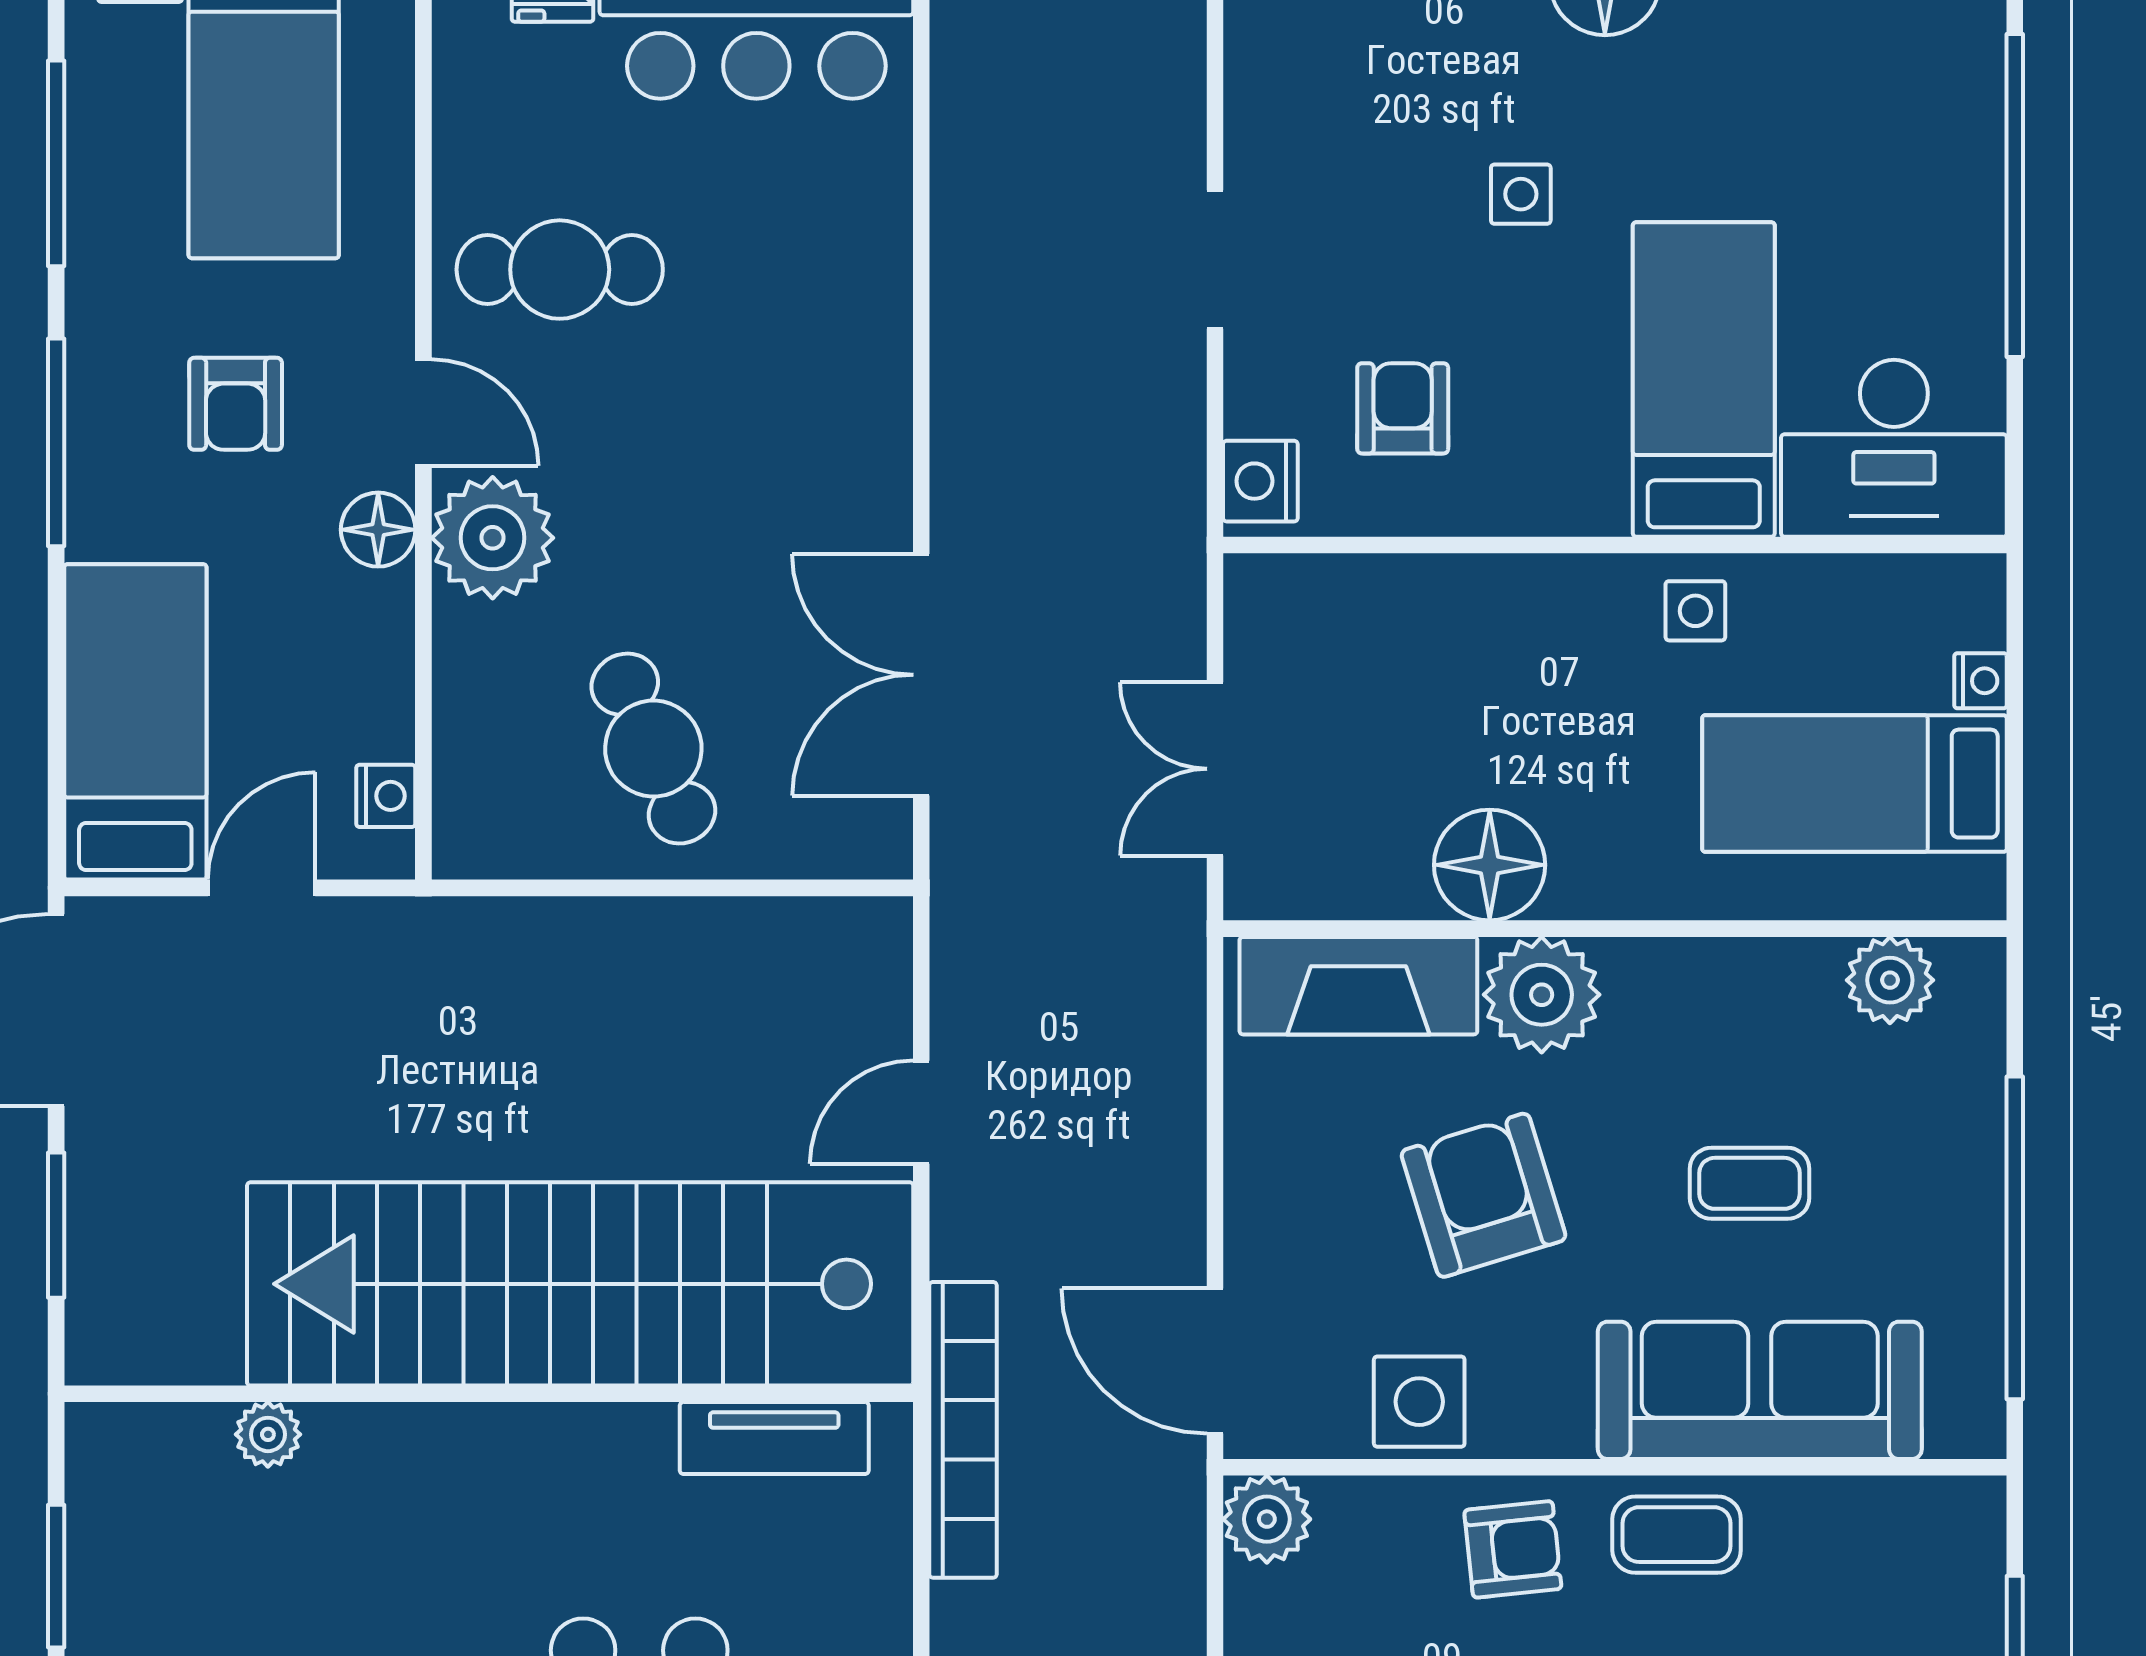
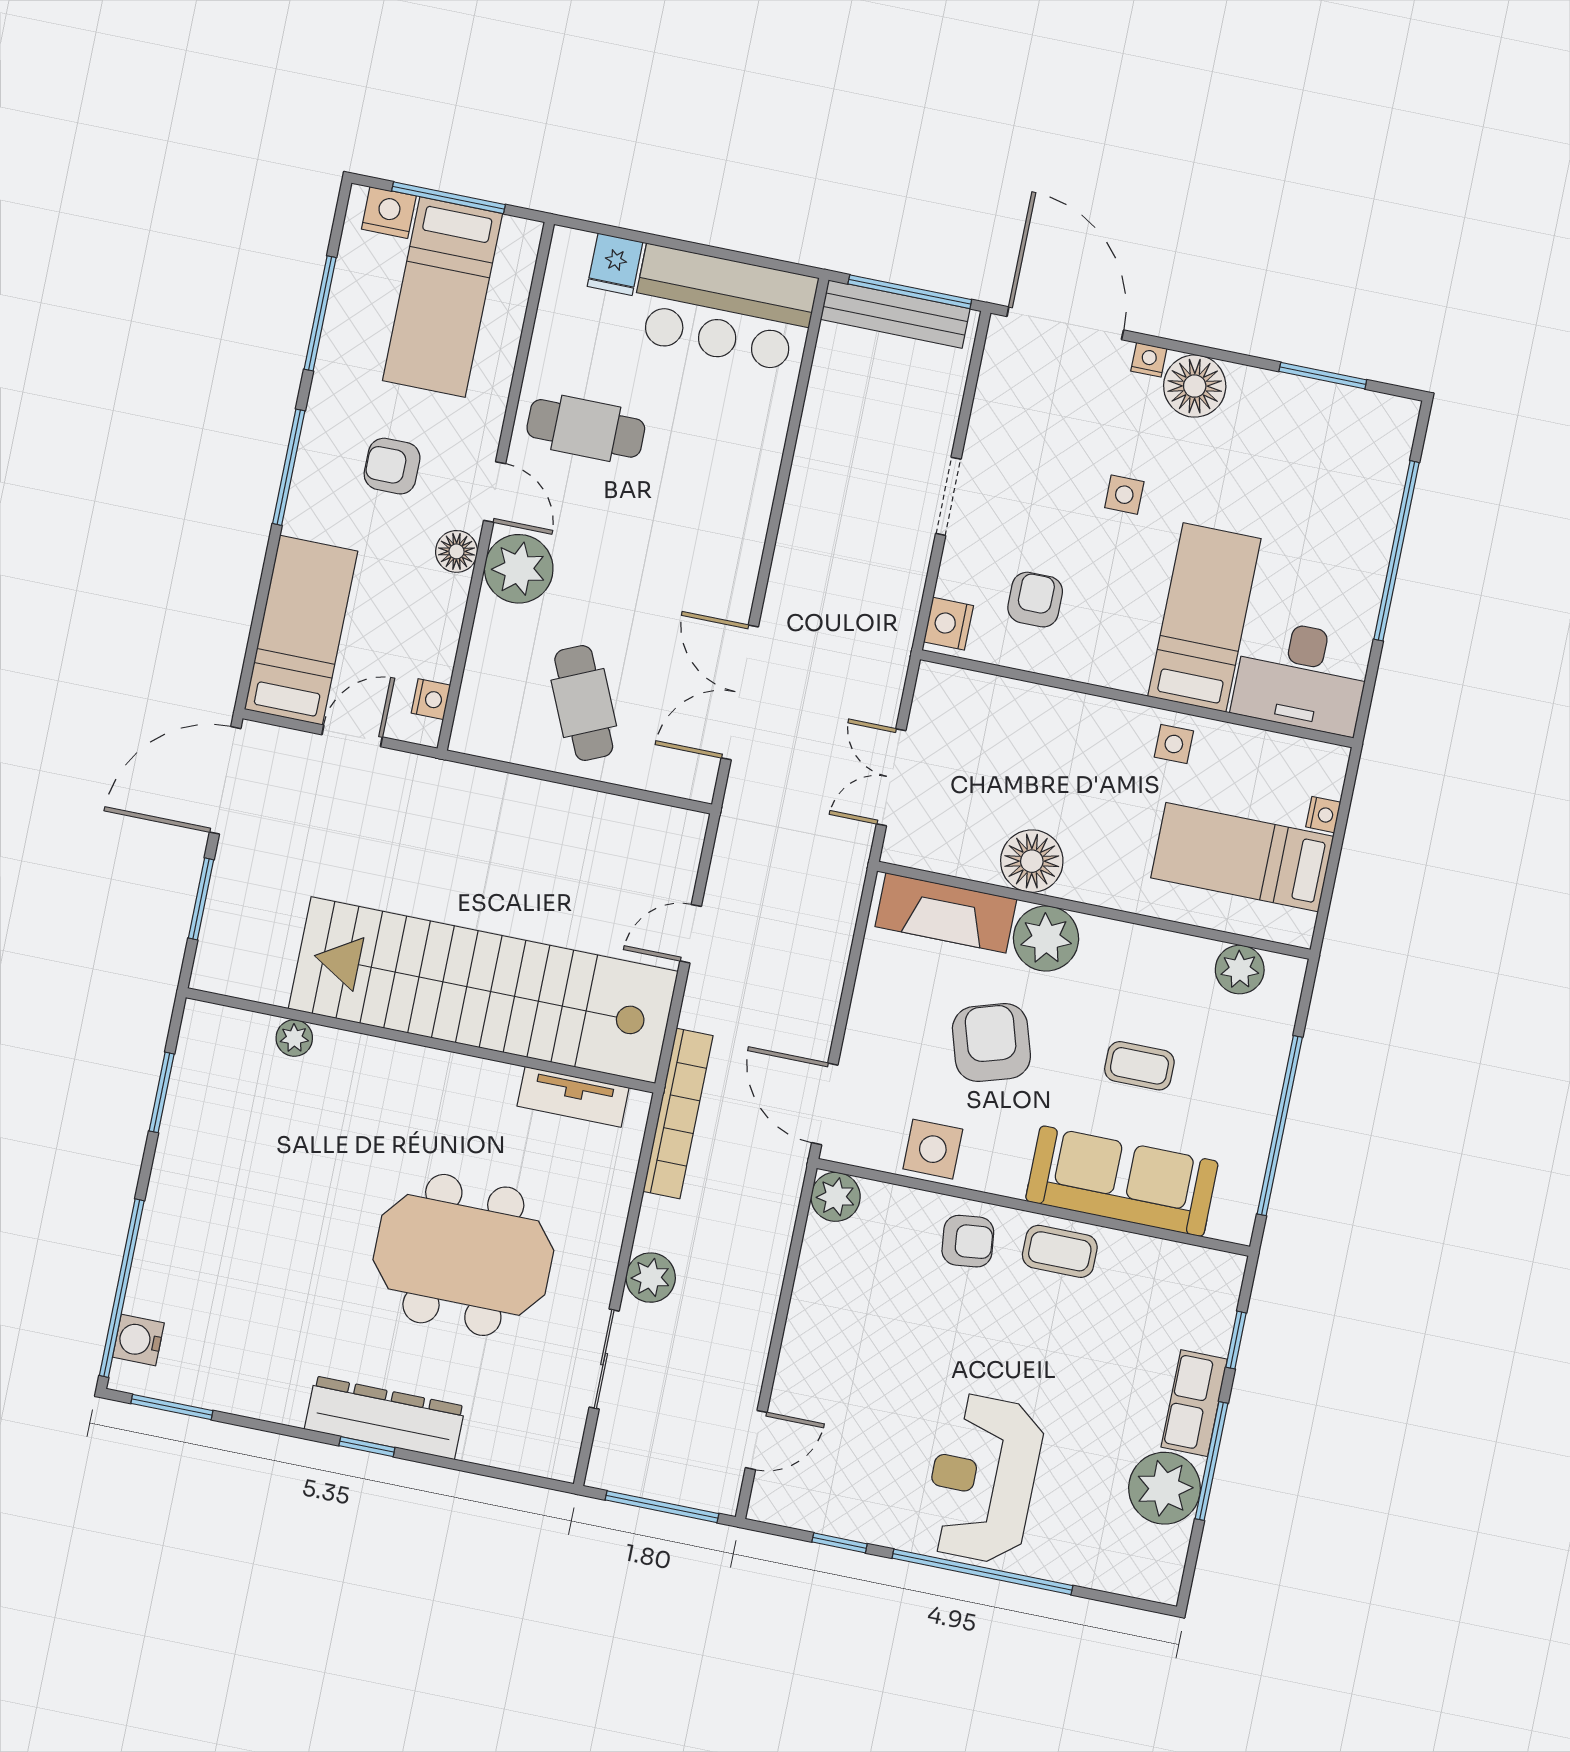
armchair: (236, 404) -> (392, 466), turned 90

